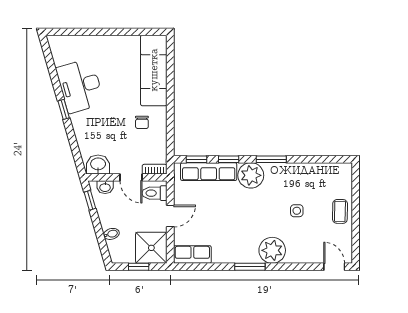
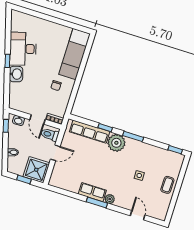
window: (196, 159) -> (175, 150), moved
washbasin: (98, 164) -> (16, 74), moved, turned 74
plant: (272, 250) -> (110, 199), width x0.53, depth x0.53
row of seats: (192, 254) -> (92, 192), moved
door: (334, 267) -> (138, 215), moved

